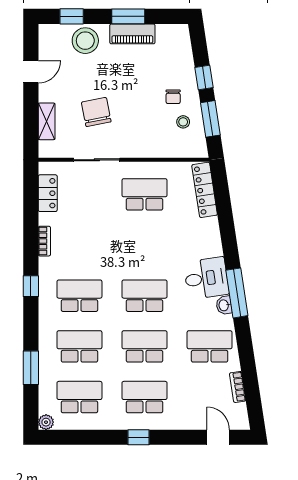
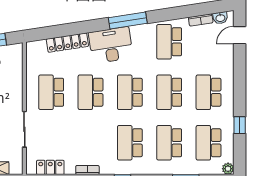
locker: (205, 190) -> (67, 43), moved
school desk: (145, 245) -> (91, 92), added
desk: (206, 278) -> (111, 45), width x1.37
washbasin: (224, 305) -> (220, 18), moved
window: (138, 437) -> (240, 125), moved

